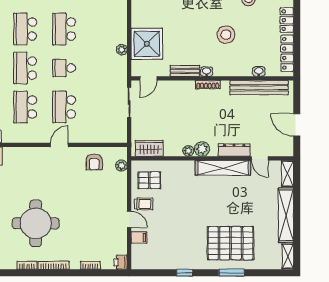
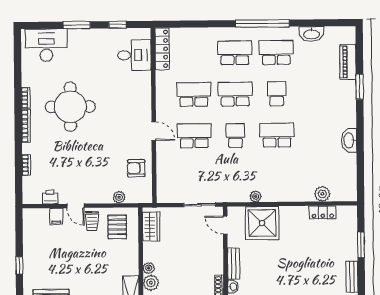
school desk: (25, 29) -> (277, 94), width x0.54
plant: (121, 166) -> (119, 197), moved
door: (129, 219) -> (75, 206), hinge flipped
printer: (121, 262) -> (50, 197), moved

